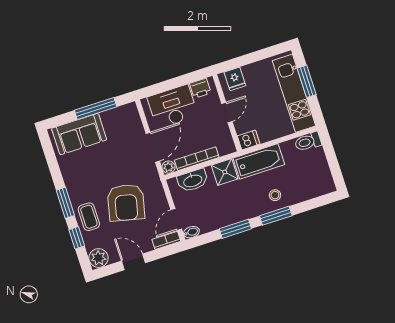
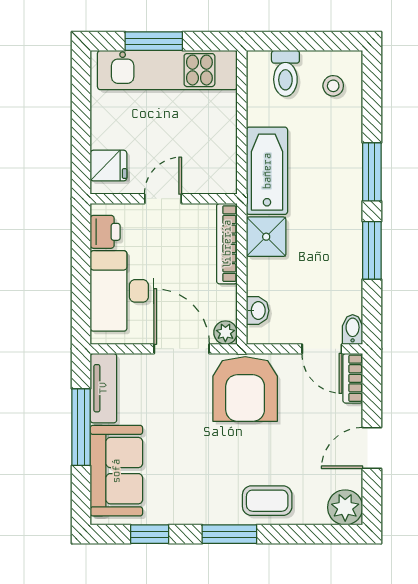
door: (227, 113) -> (163, 199), hinge flipped
tv unit: (119, 114) -> (103, 388), added
dishwasher: (249, 140) -> (223, 177), removed
toilet: (308, 142) -> (285, 73), moved
bookcase: (197, 159) -> (227, 244), moved
washbasin: (193, 180) -> (258, 311), width x0.52, depth x0.69
stool: (275, 195) -> (333, 86), moved
armchair: (126, 203) -> (245, 389), moved, turned 77
window: (77, 238) -> (150, 534), moved

